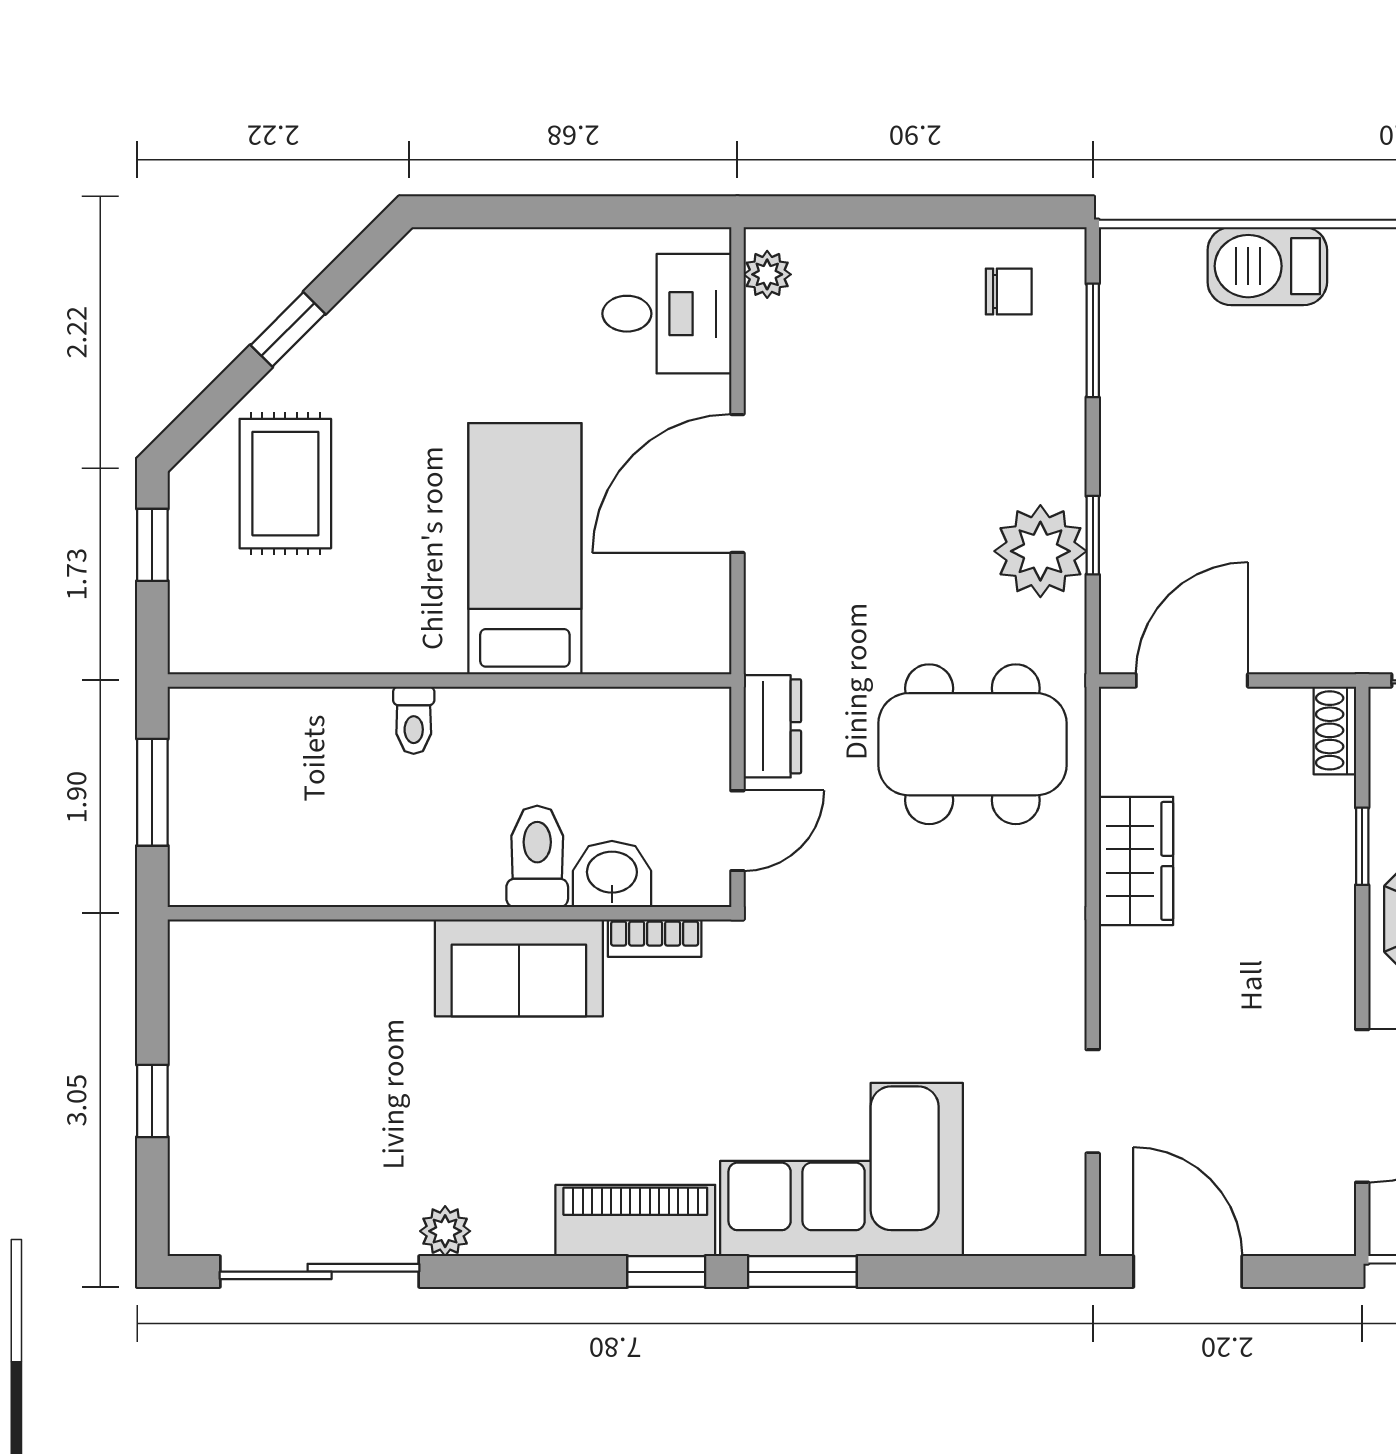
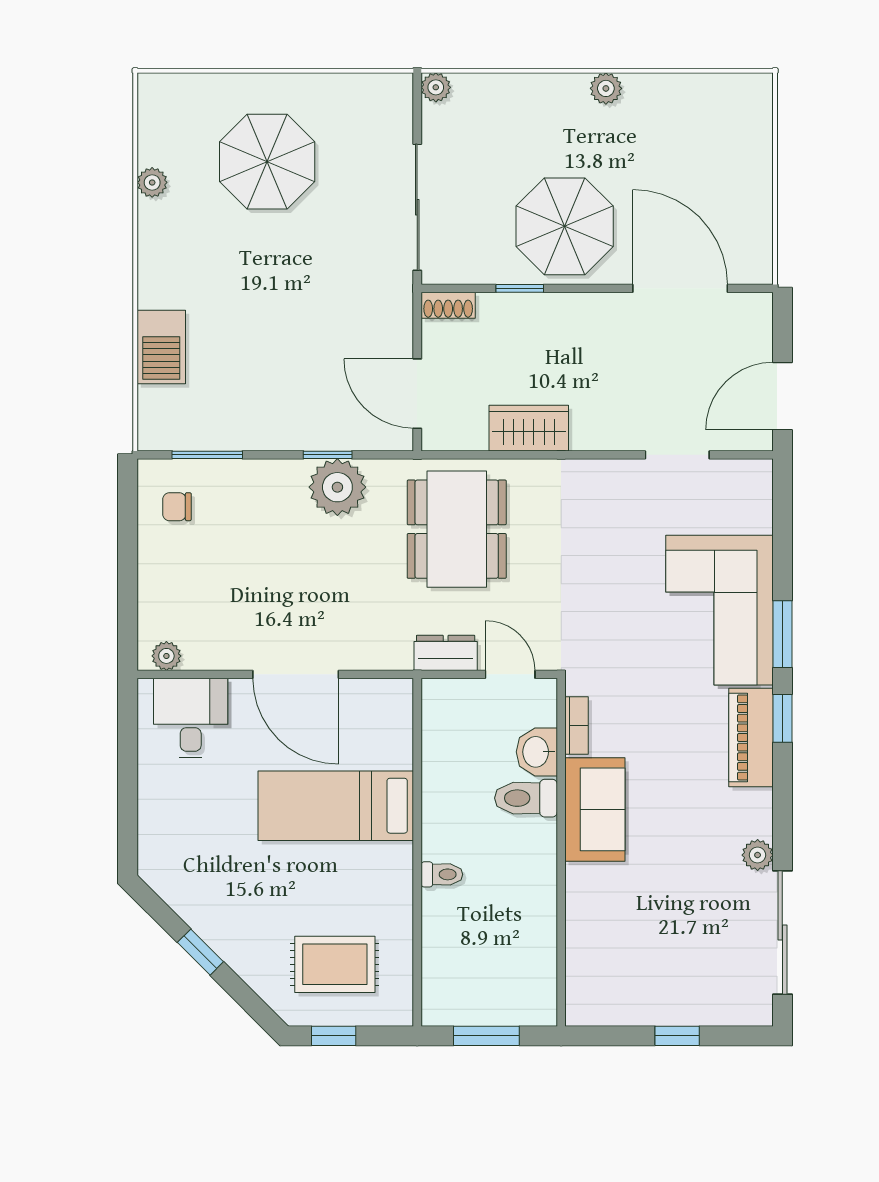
chair: (1009, 292) -> (177, 507), turned -90
rug: (285, 484) -> (335, 964), moved

